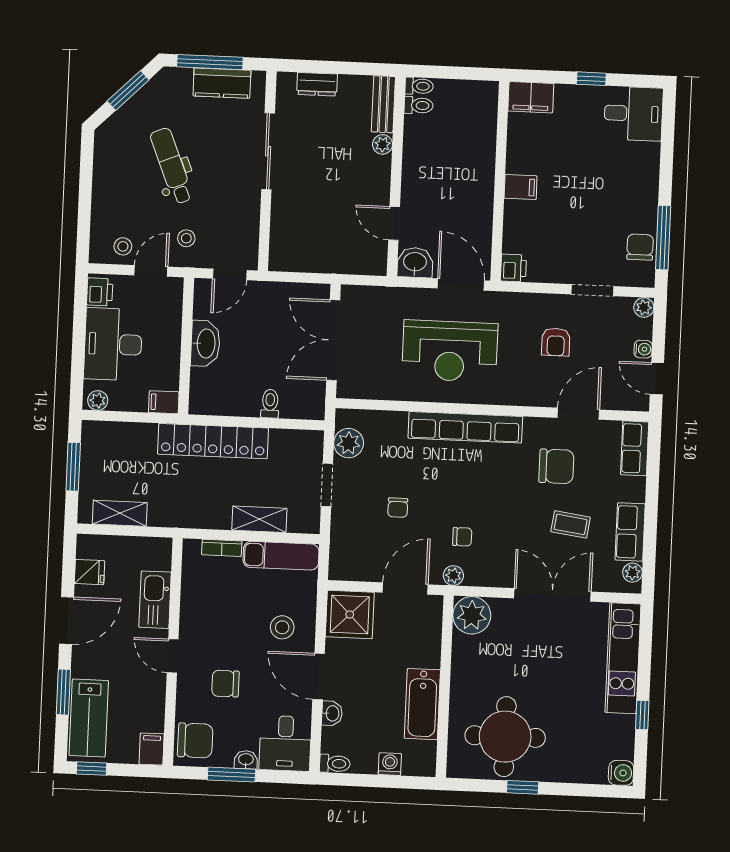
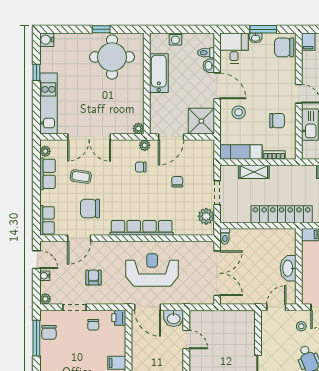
chair: (560, 257) -> (93, 325), added
toilet: (270, 404) -> (225, 236), moved
plant: (472, 615) -> (138, 129), width x0.53, depth x0.53
chair: (225, 684) -> (277, 121), moved
toilet: (335, 764) -> (206, 53), moved

